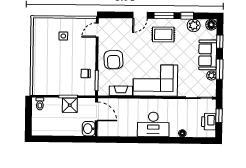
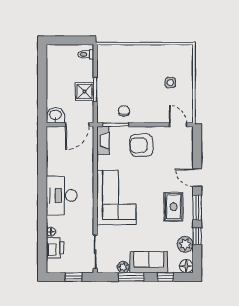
fireplace: (121, 91) -> (103, 141), moved
printer: (209, 122) -> (55, 248), moved, turned 90

